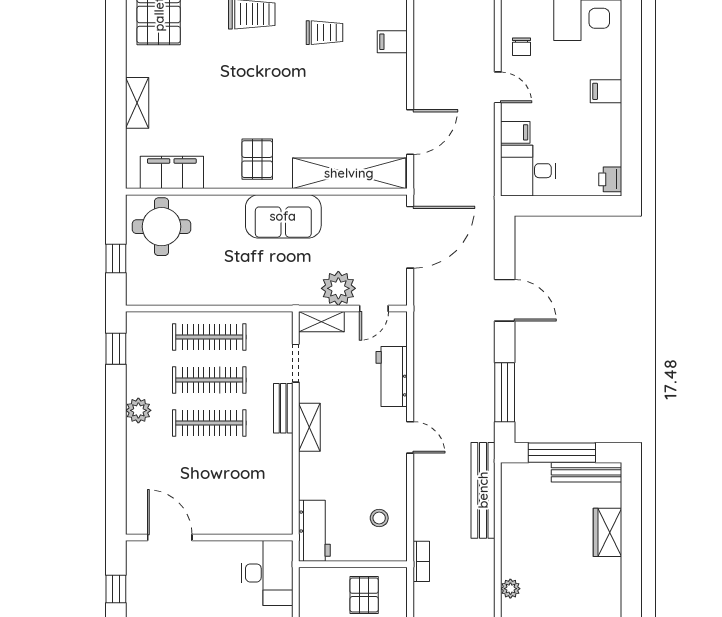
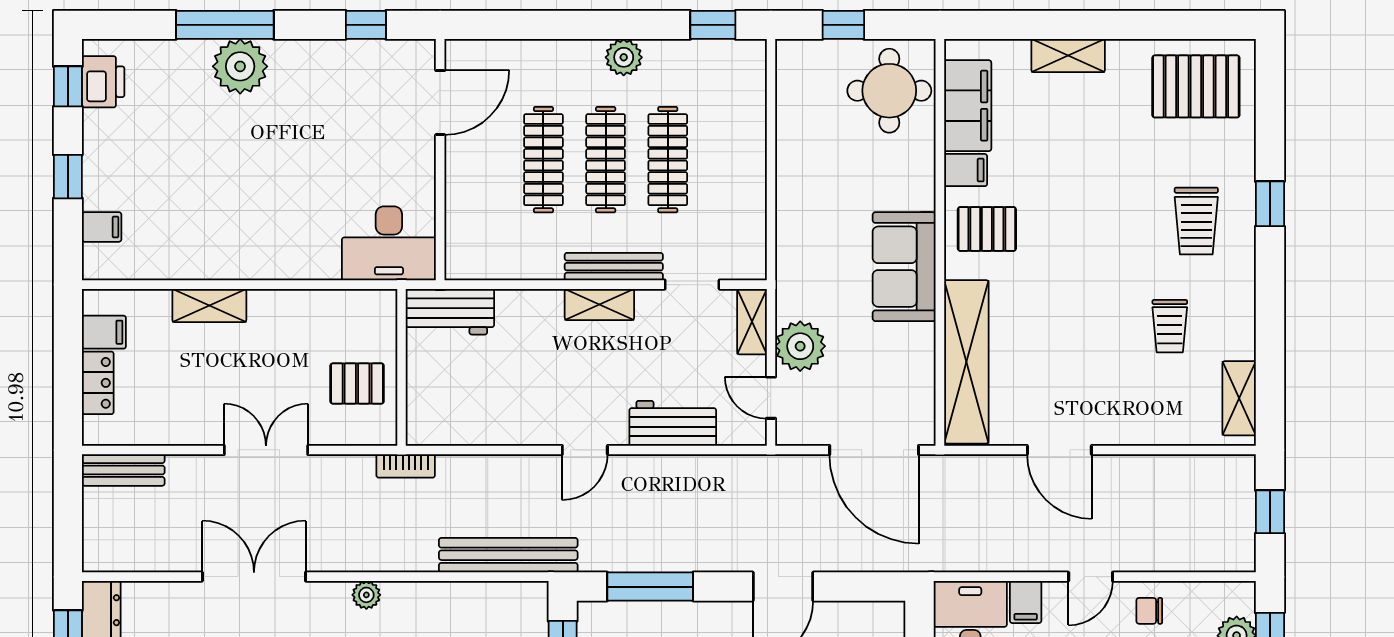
filing cabinet: (392, 42) -> (966, 170), moved, turned 90
door: (410, 132) -> (1059, 450), moved
clothes rail: (209, 337) -> (543, 160), moved
bench: (283, 408) -> (614, 267), width x1.36
stool: (379, 518) -> (468, 405), removed

